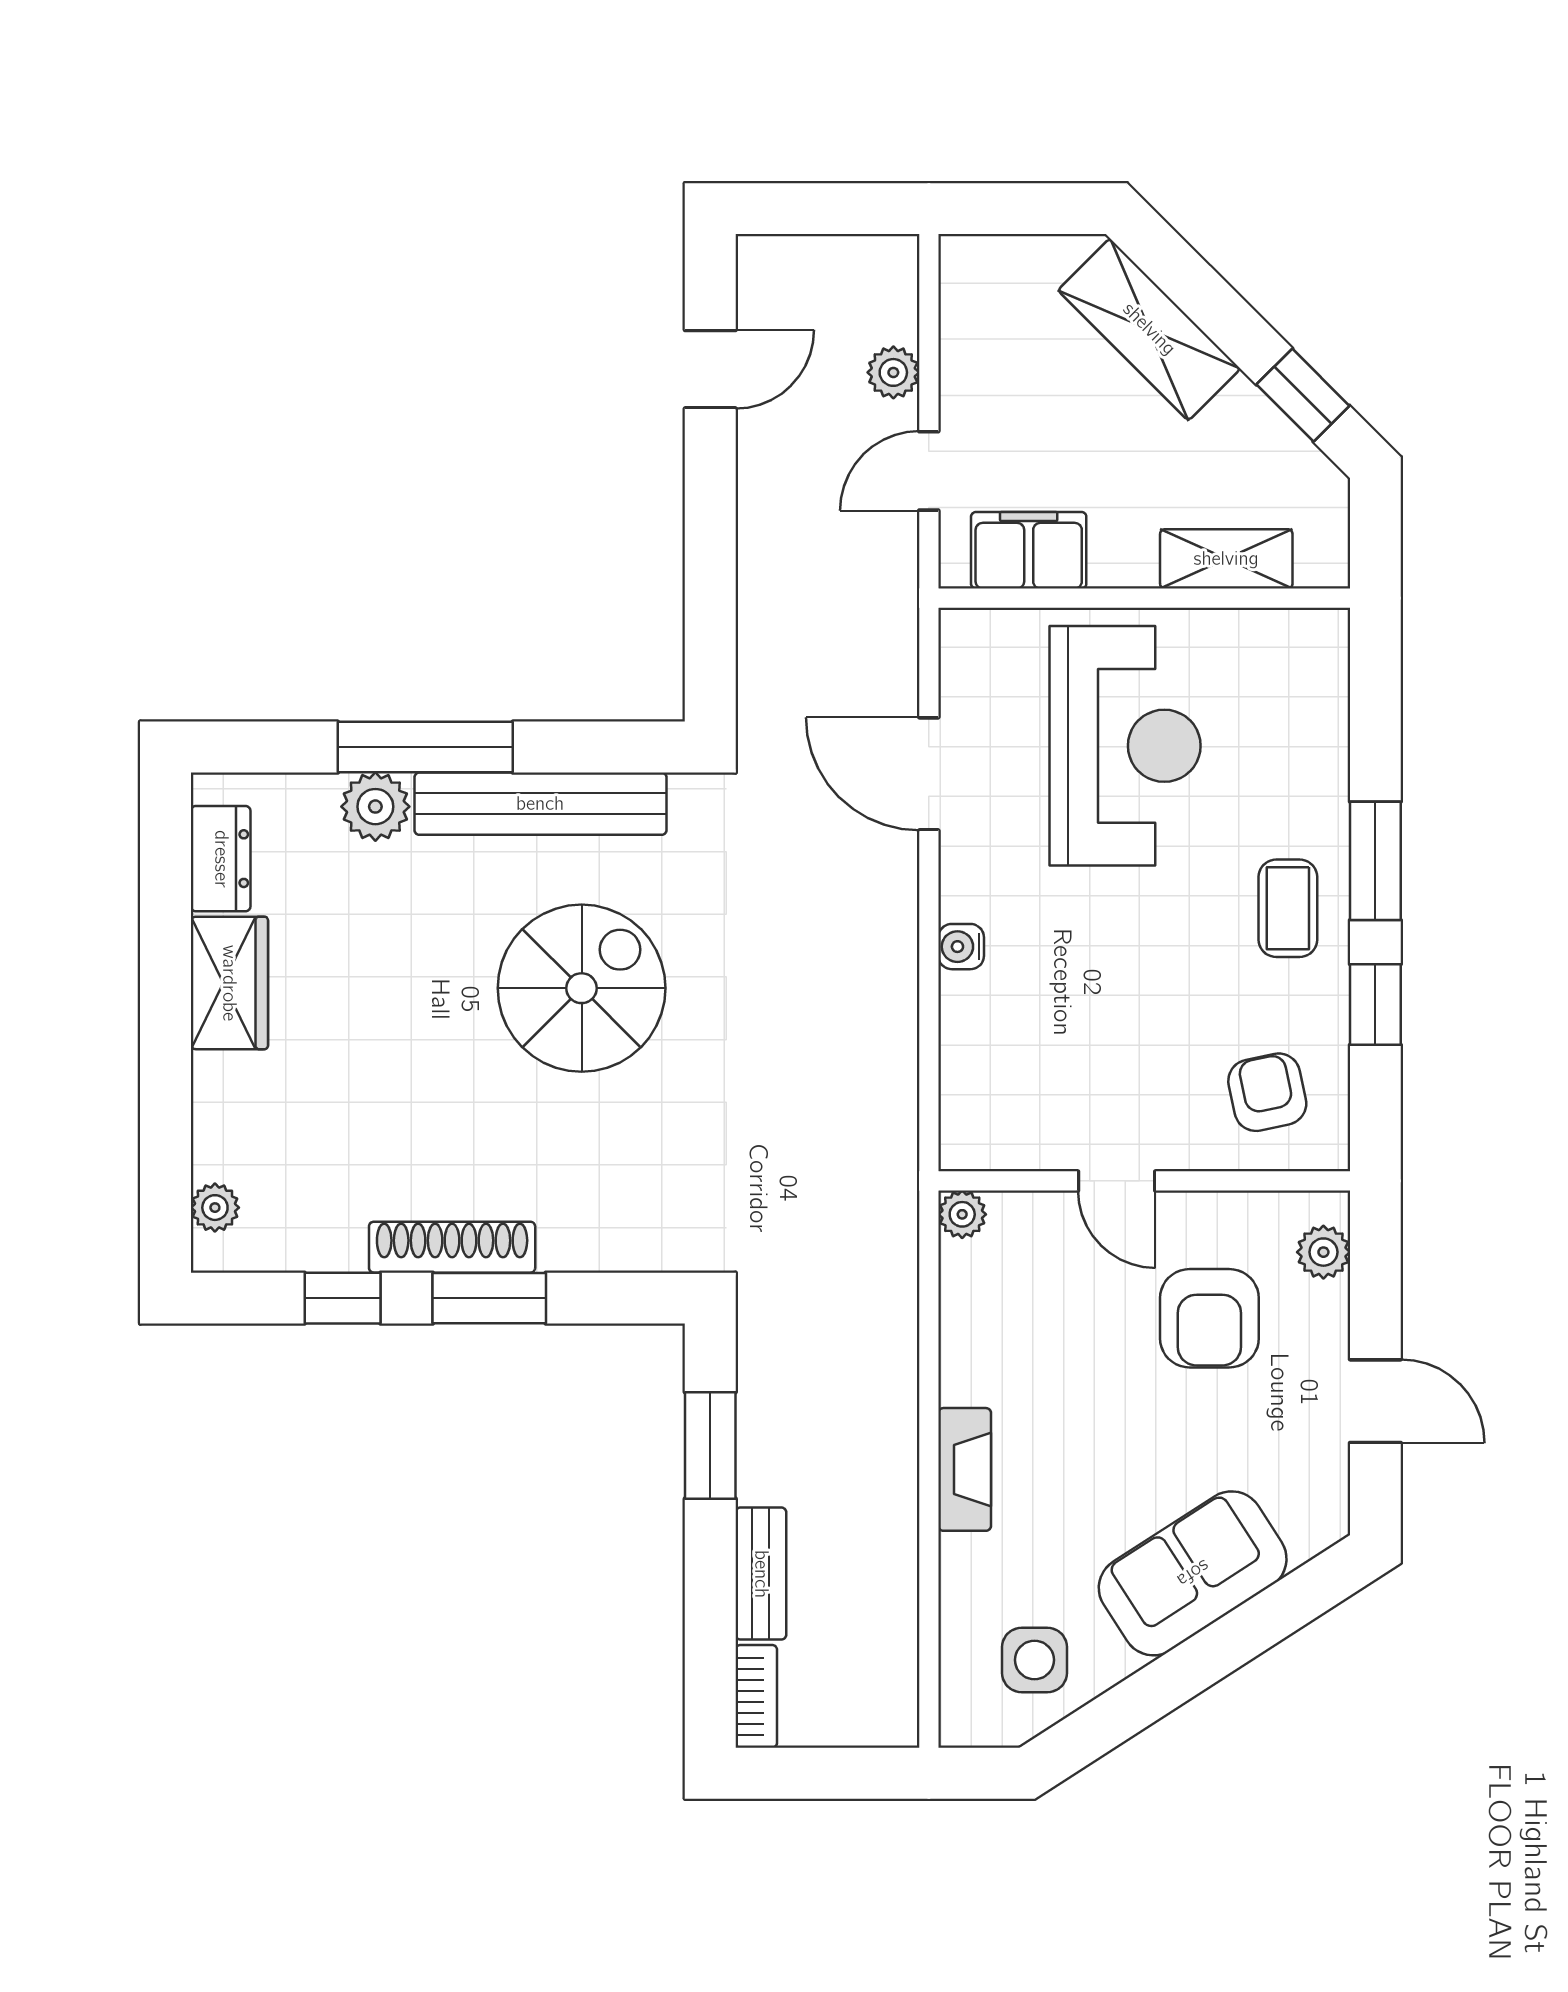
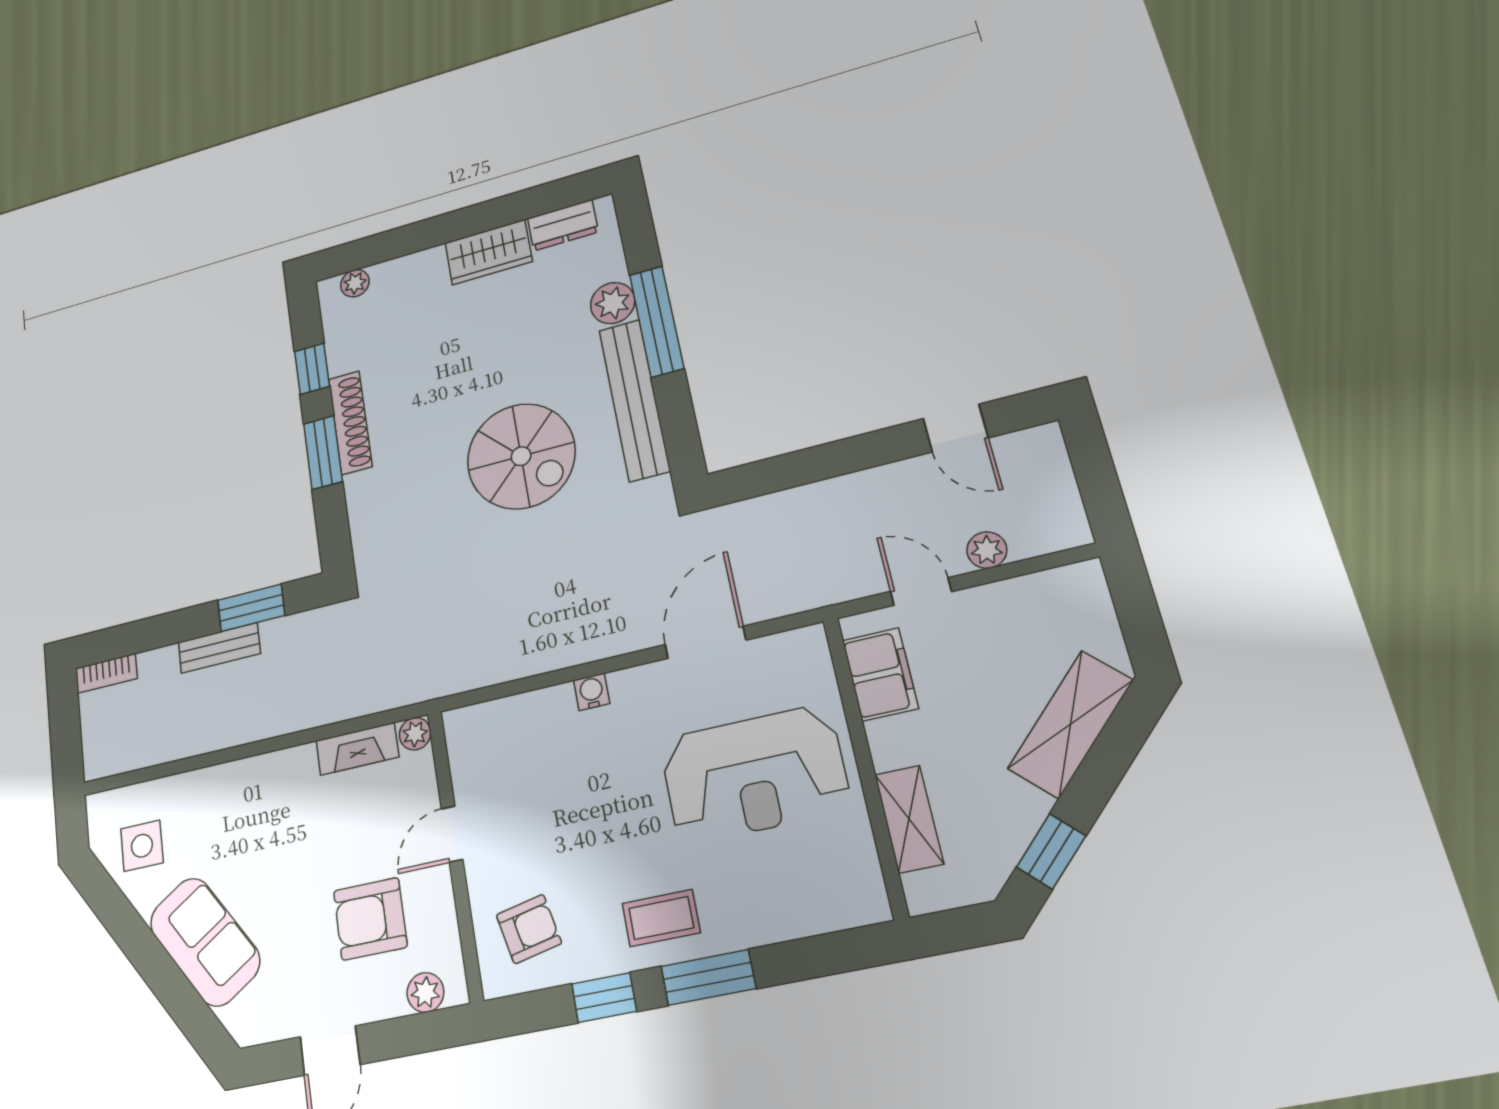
fireplace: (965, 1469) -> (357, 749), moved
bench: (761, 1574) -> (219, 648), moved

